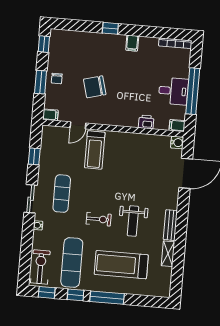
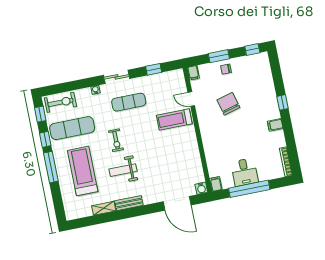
printer: (146, 122) -> (211, 157), removed

